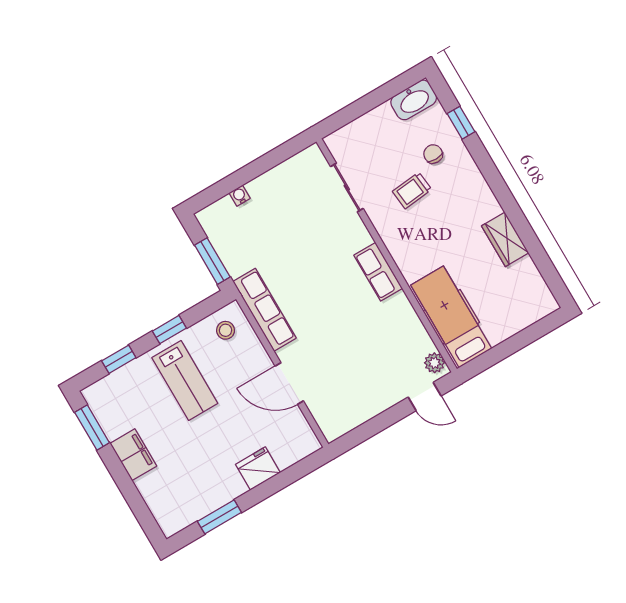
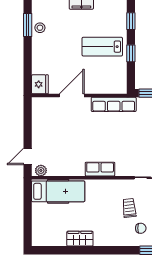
stool: (226, 330) -> (40, 28), moved
fridge: (258, 468) -> (40, 84), moved

